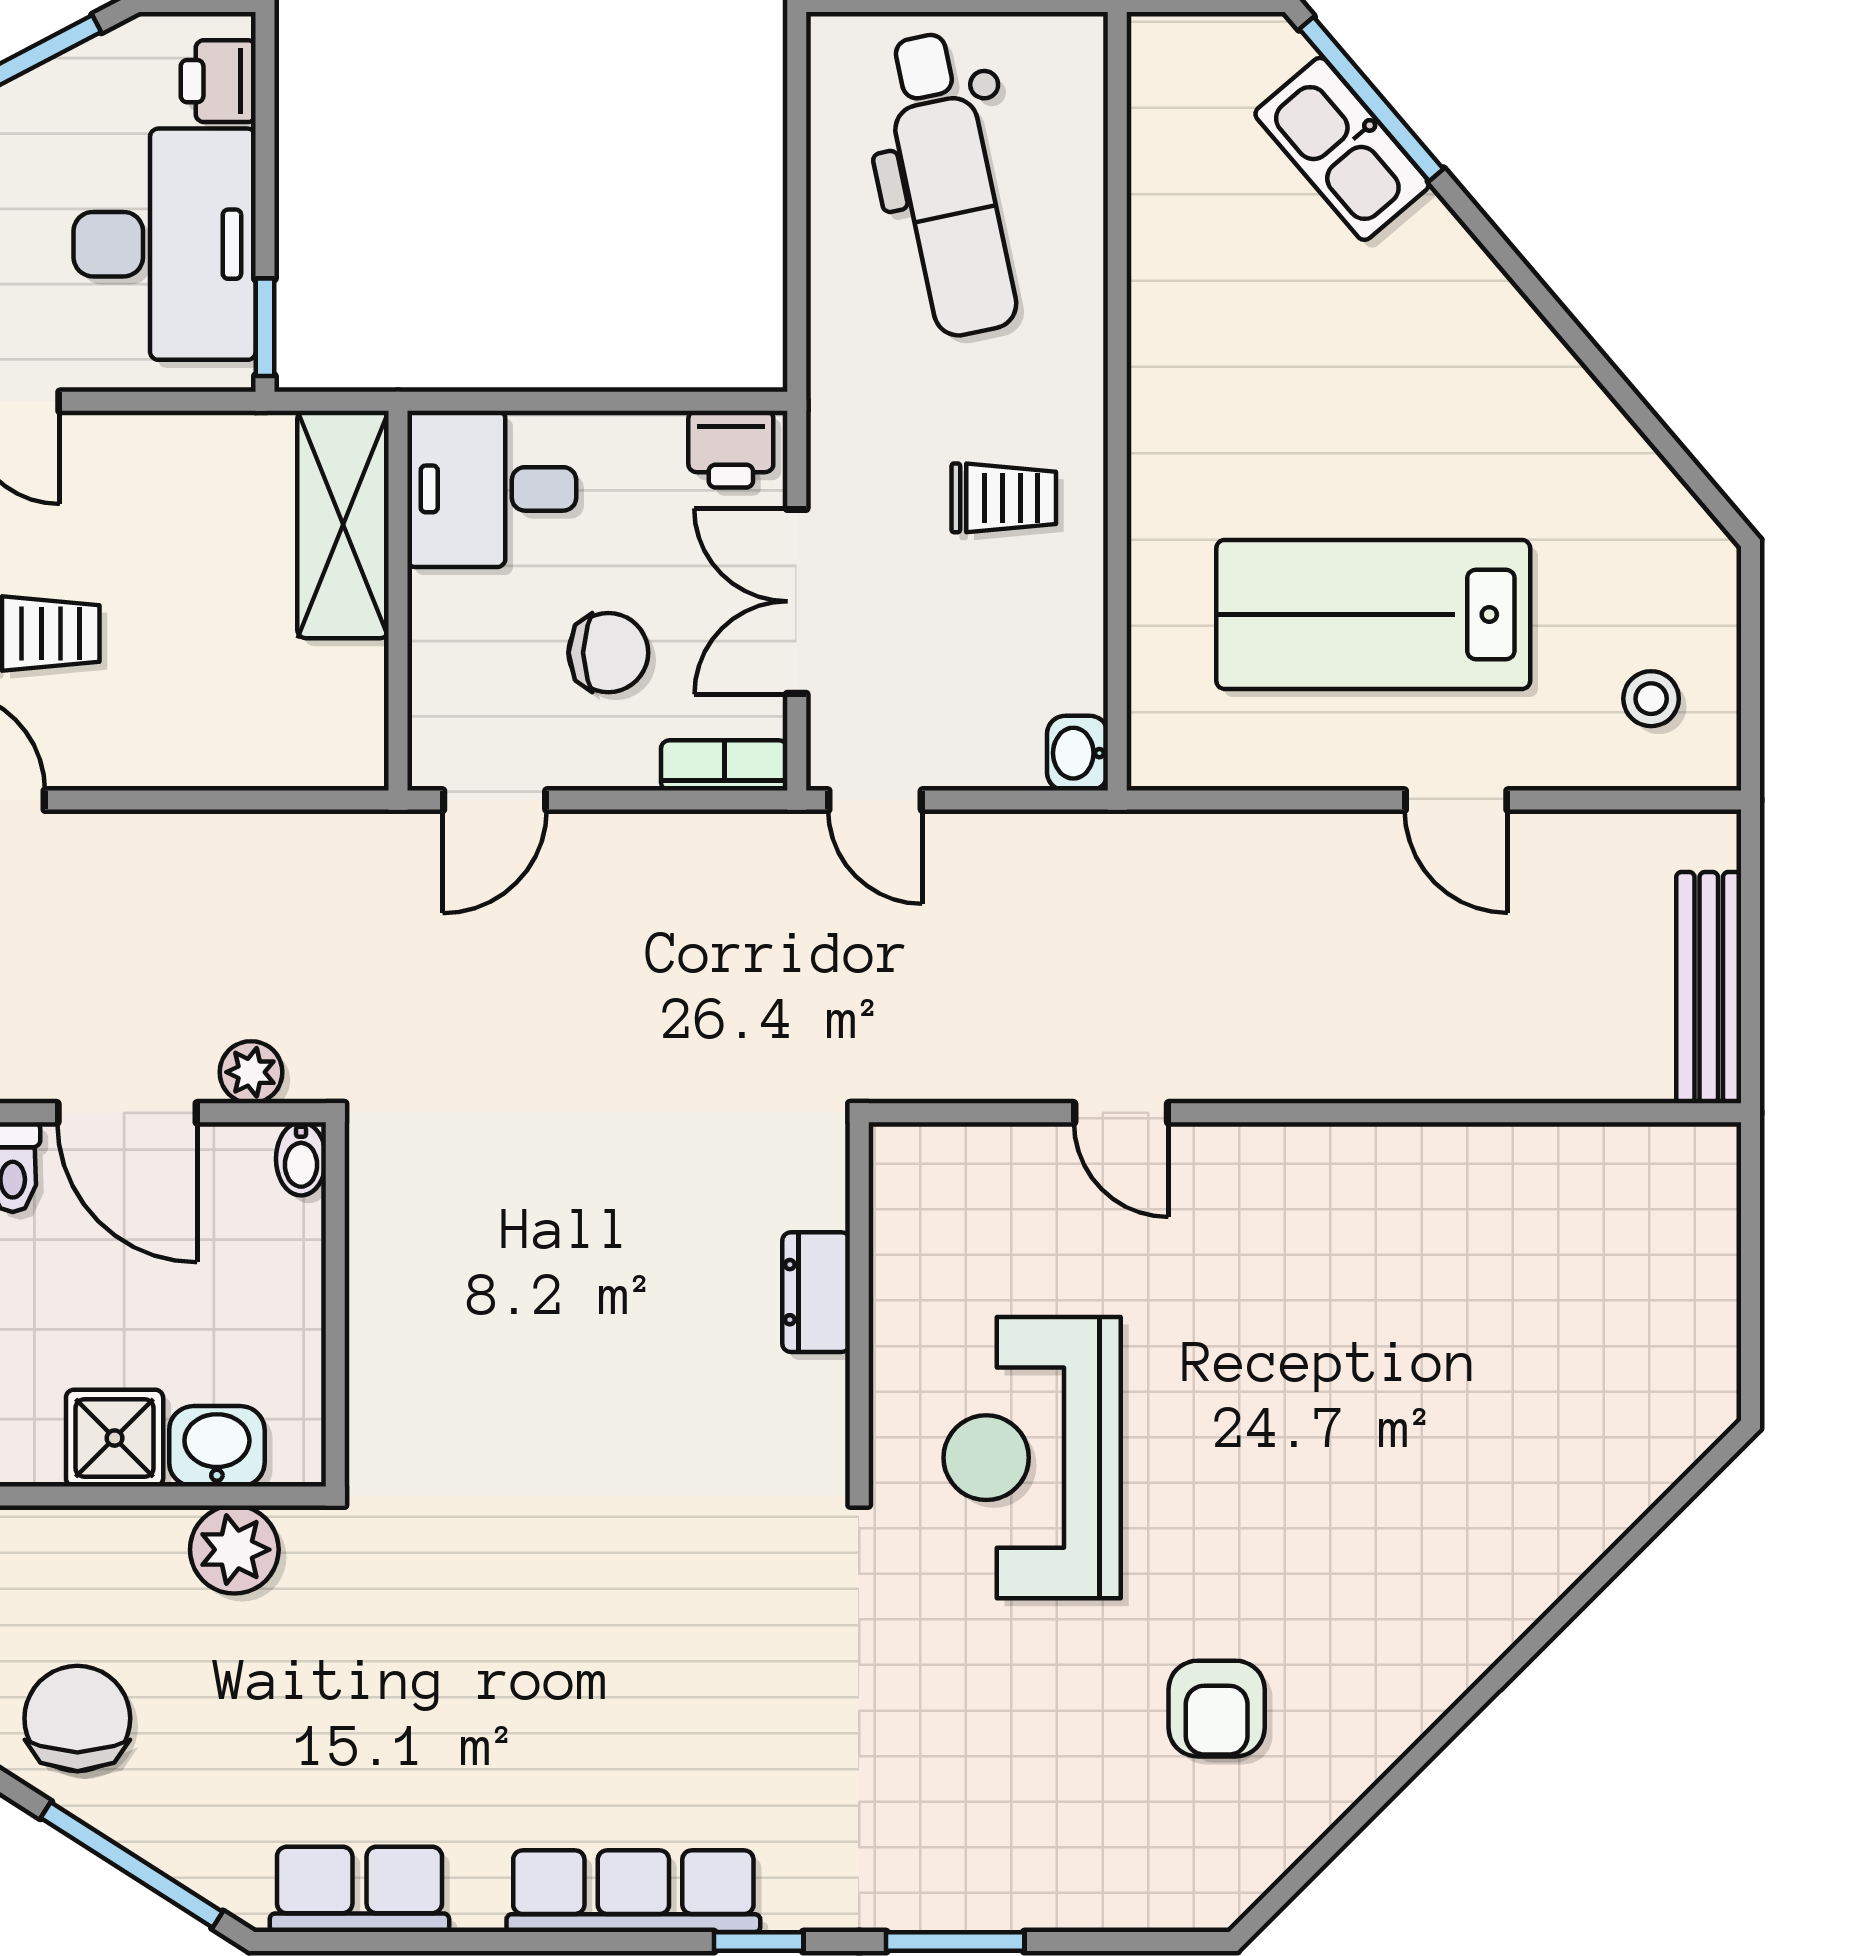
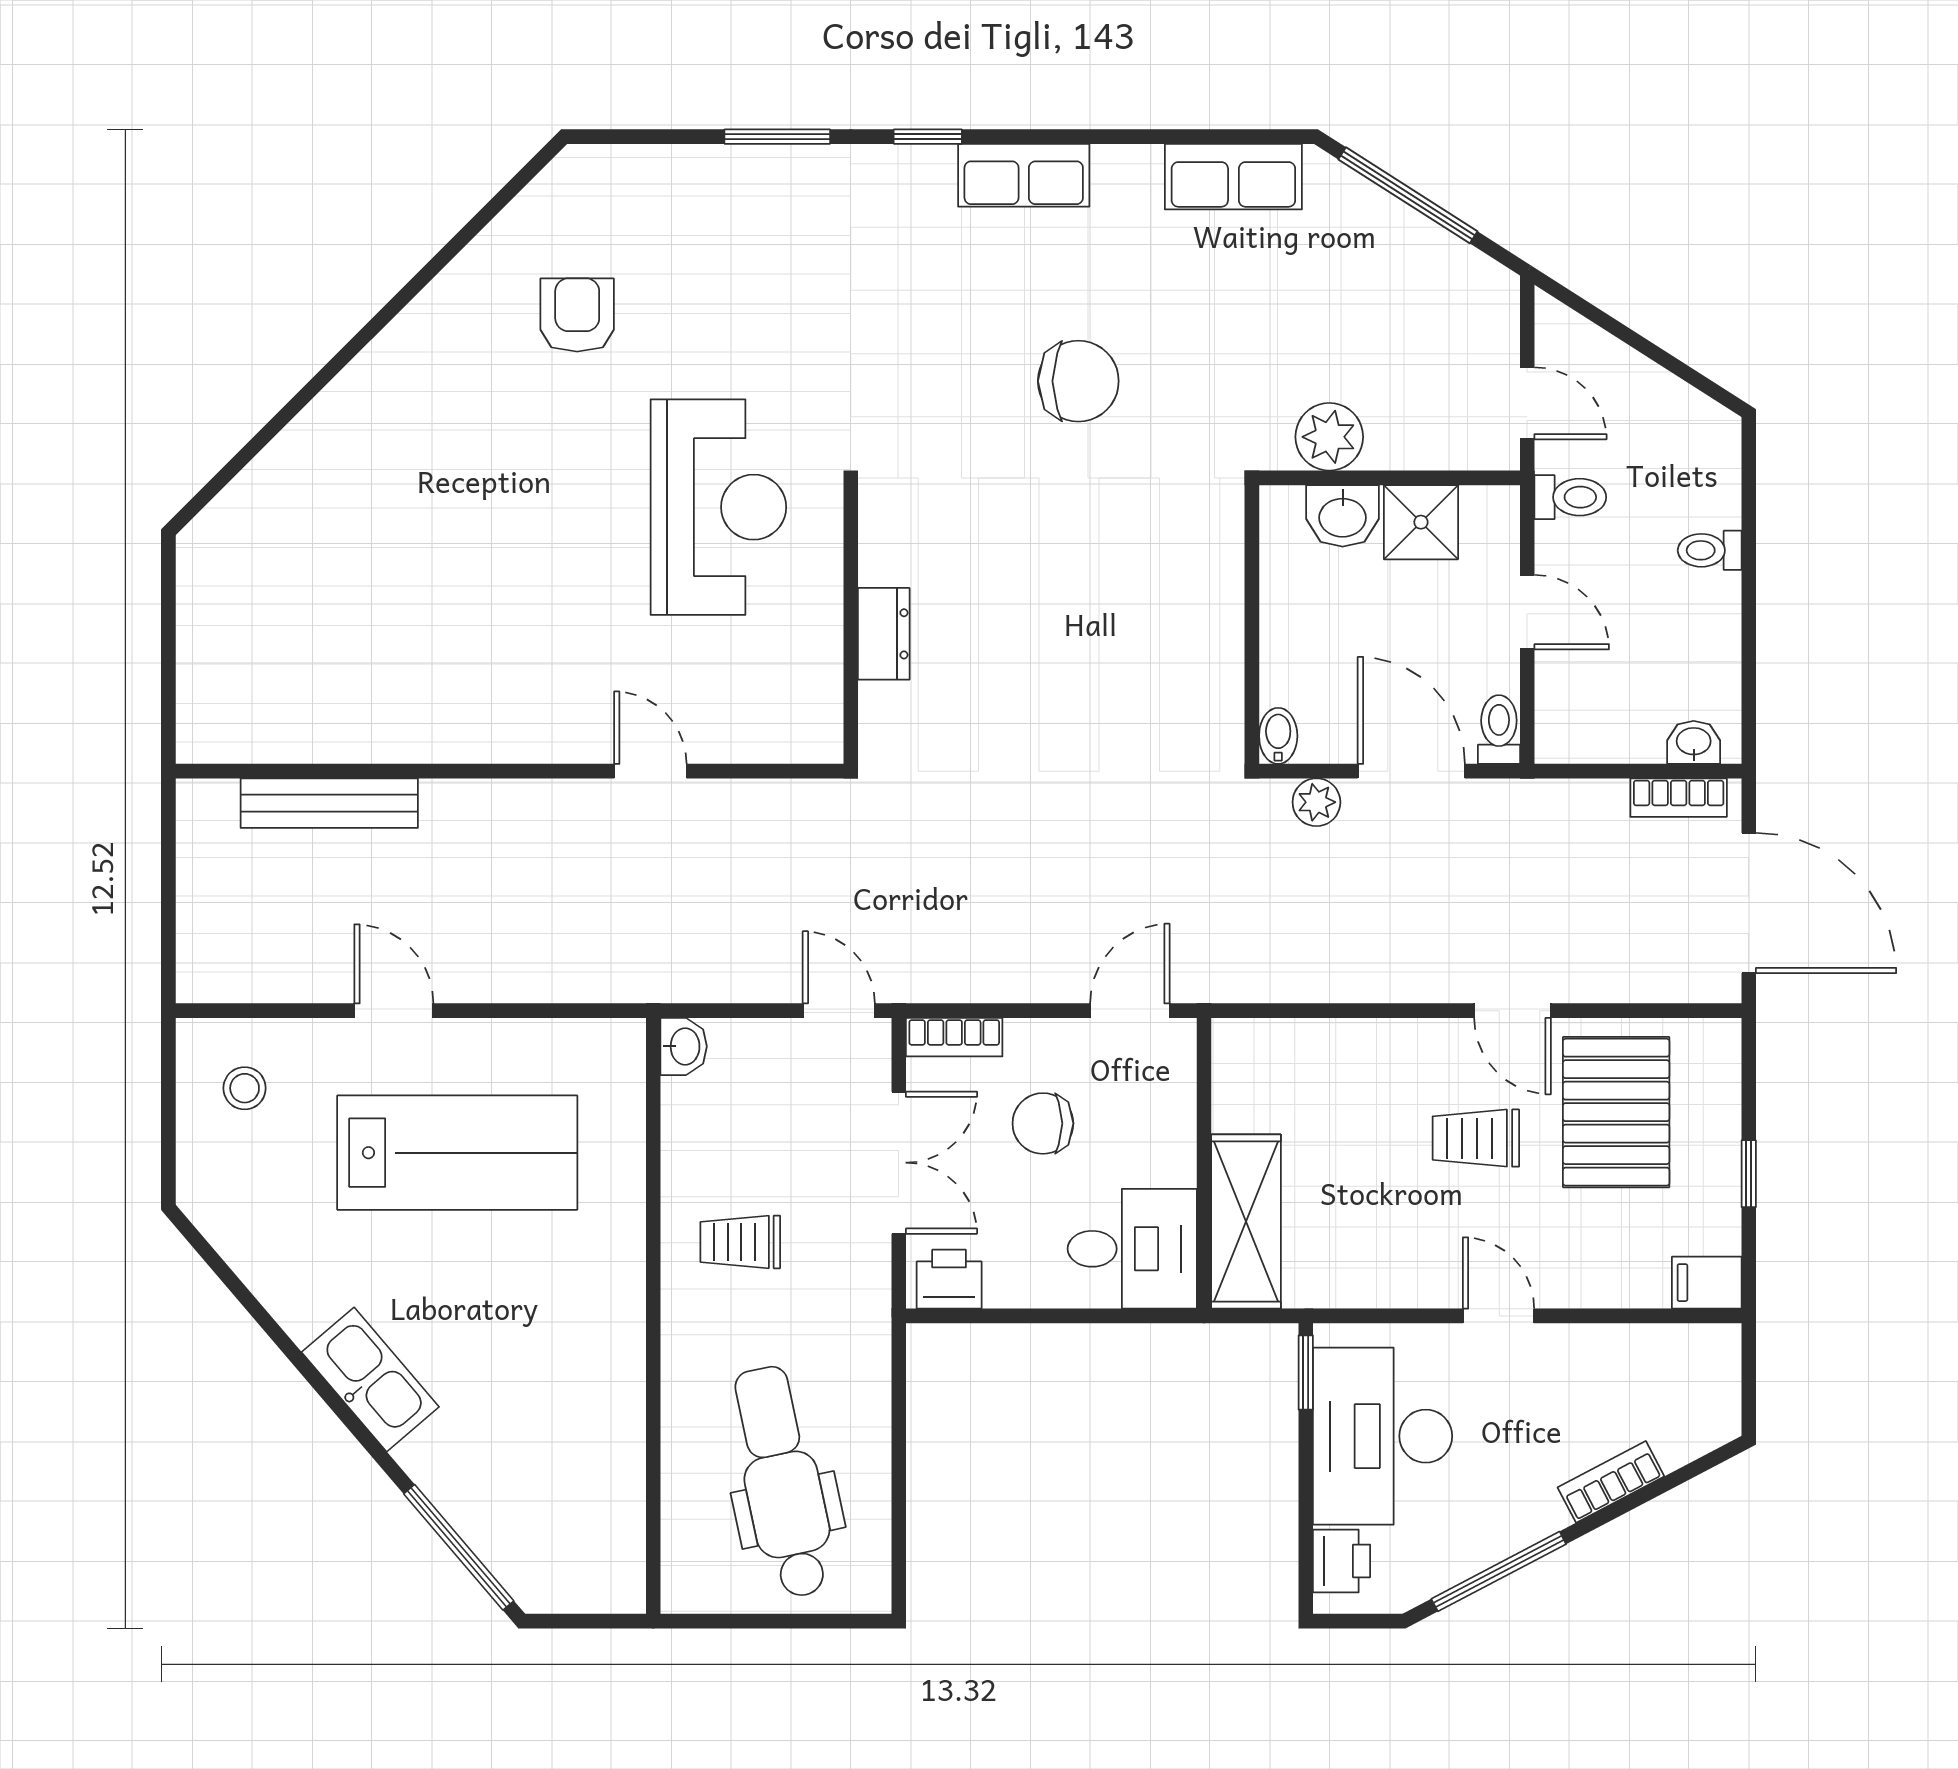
kitchen sink: (1342, 149) -> (370, 1379), moved
bench: (1709, 988) -> (329, 803), moved, turned 90
chair: (77, 1718) -> (1078, 381), moved, turned -90
row of seats: (633, 1891) -> (1024, 175), width x0.68

